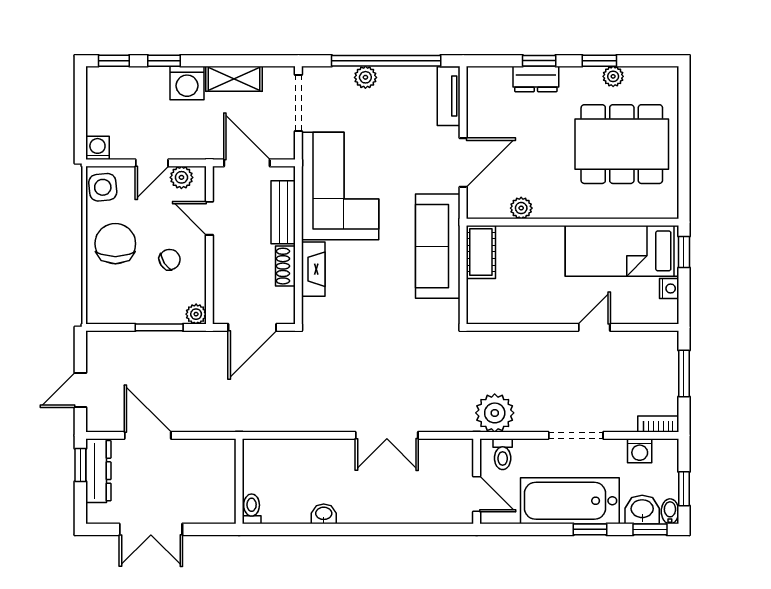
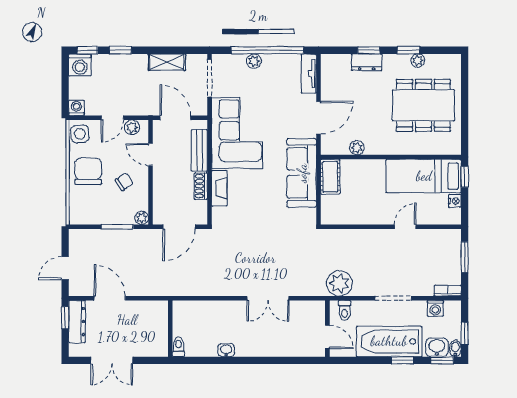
washing machine: (187, 83) -> (80, 65), moved

